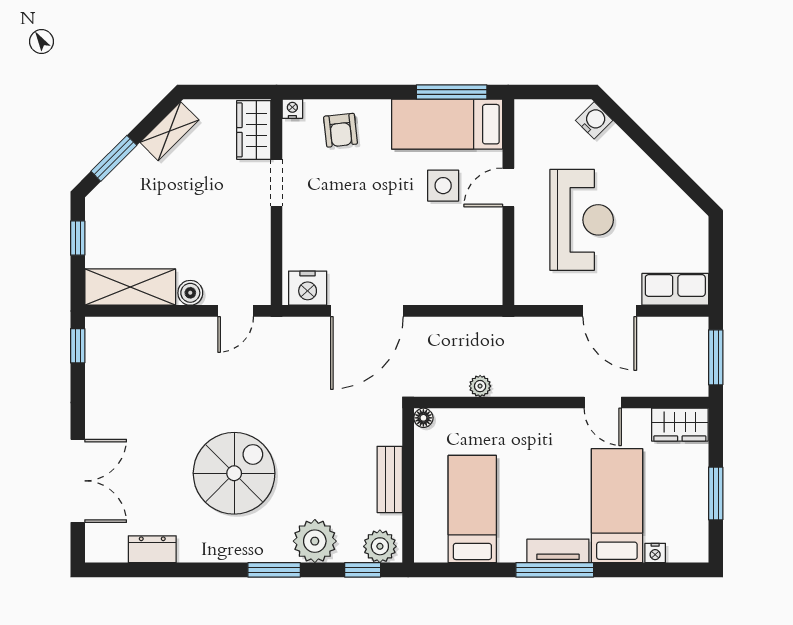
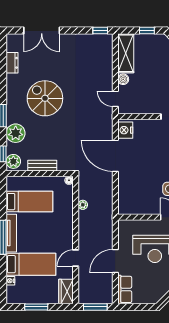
spiral stairs: (234, 473) -> (45, 98), turned 180
tv unit: (558, 551) -> (11, 233), width x1.41

